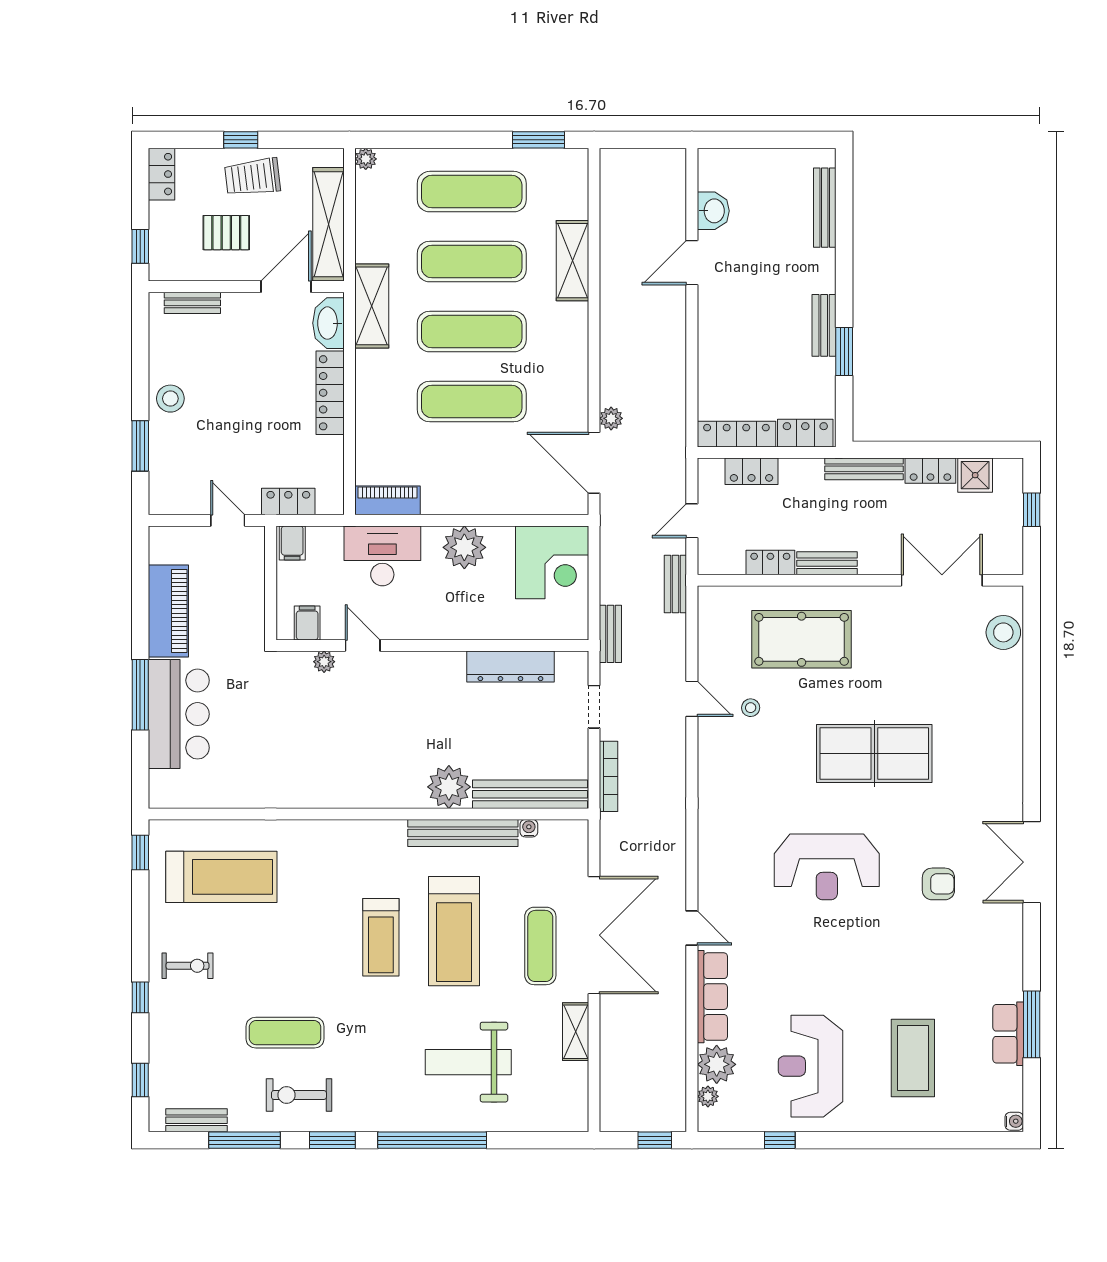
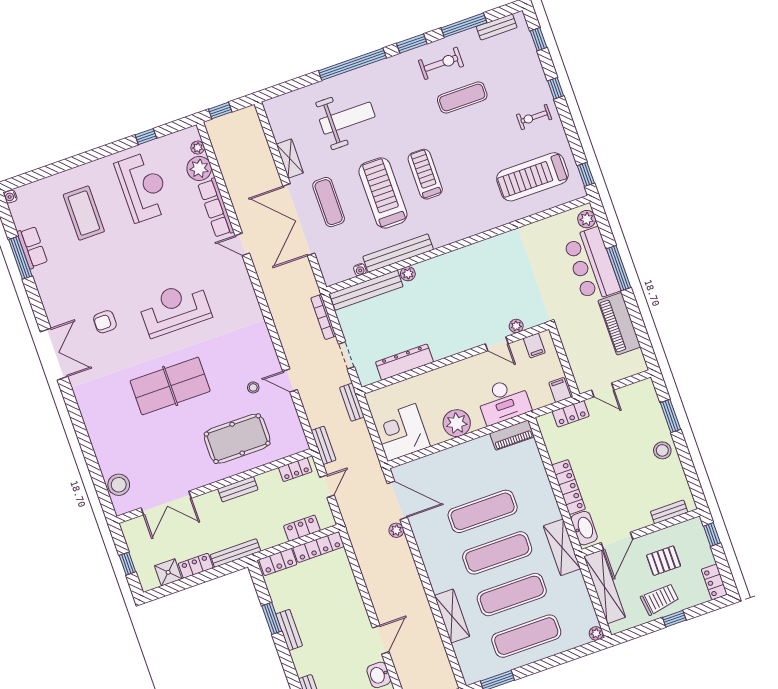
locker: (770, 562) -> (295, 470), moved
plant: (162, 785) -> (587, 219), added
plant: (449, 787) -> (408, 274), width x0.53, depth x0.53

